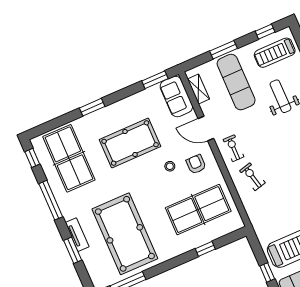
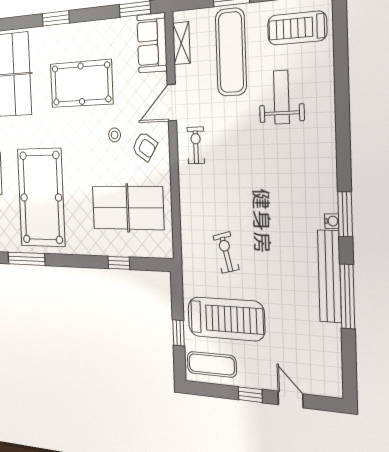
door: (206, 128) -> (172, 103), hinge flipped
armchair: (196, 164) -> (145, 147), turned 124
exercise bike: (252, 177) -> (226, 253), moved

